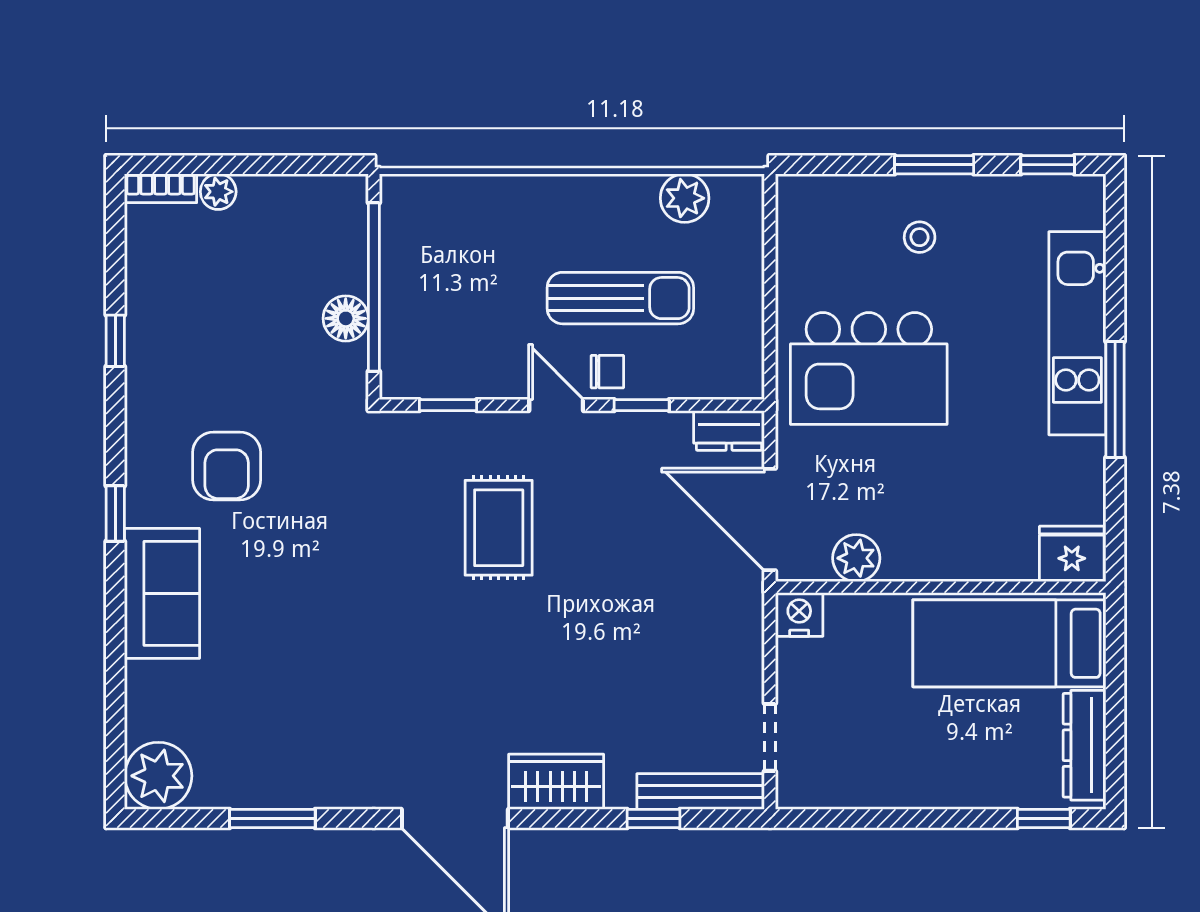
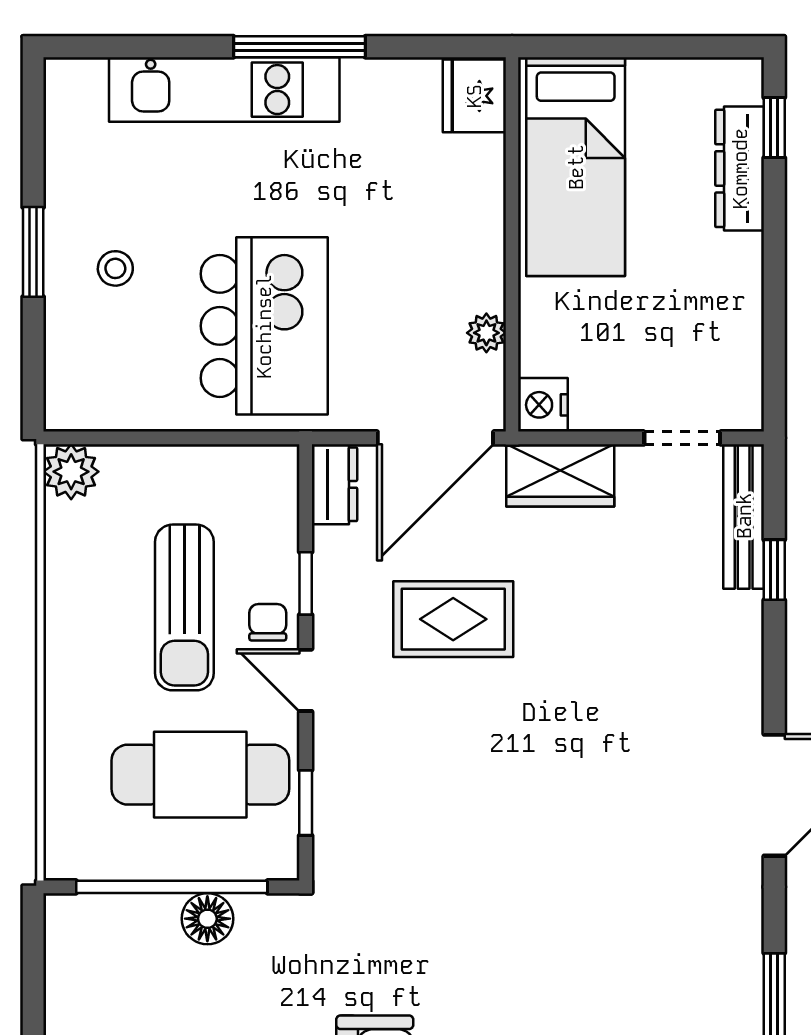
window: (1048, 165) -> (33, 123), removed
plant: (685, 198) -> (71, 472), moved
sun lounger: (620, 298) -> (184, 607), turned 180
cafe table: (473, 312) -> (200, 775), added
door: (556, 405) -> (306, 680), hinge flipped
rug: (499, 528) -> (453, 619), moved
plant: (856, 558) -> (486, 333), width x0.73, depth x0.73
dresser: (1085, 745) -> (740, 168), moved, turned 90
wardrobe: (556, 782) -> (560, 475), moved, turned -90

